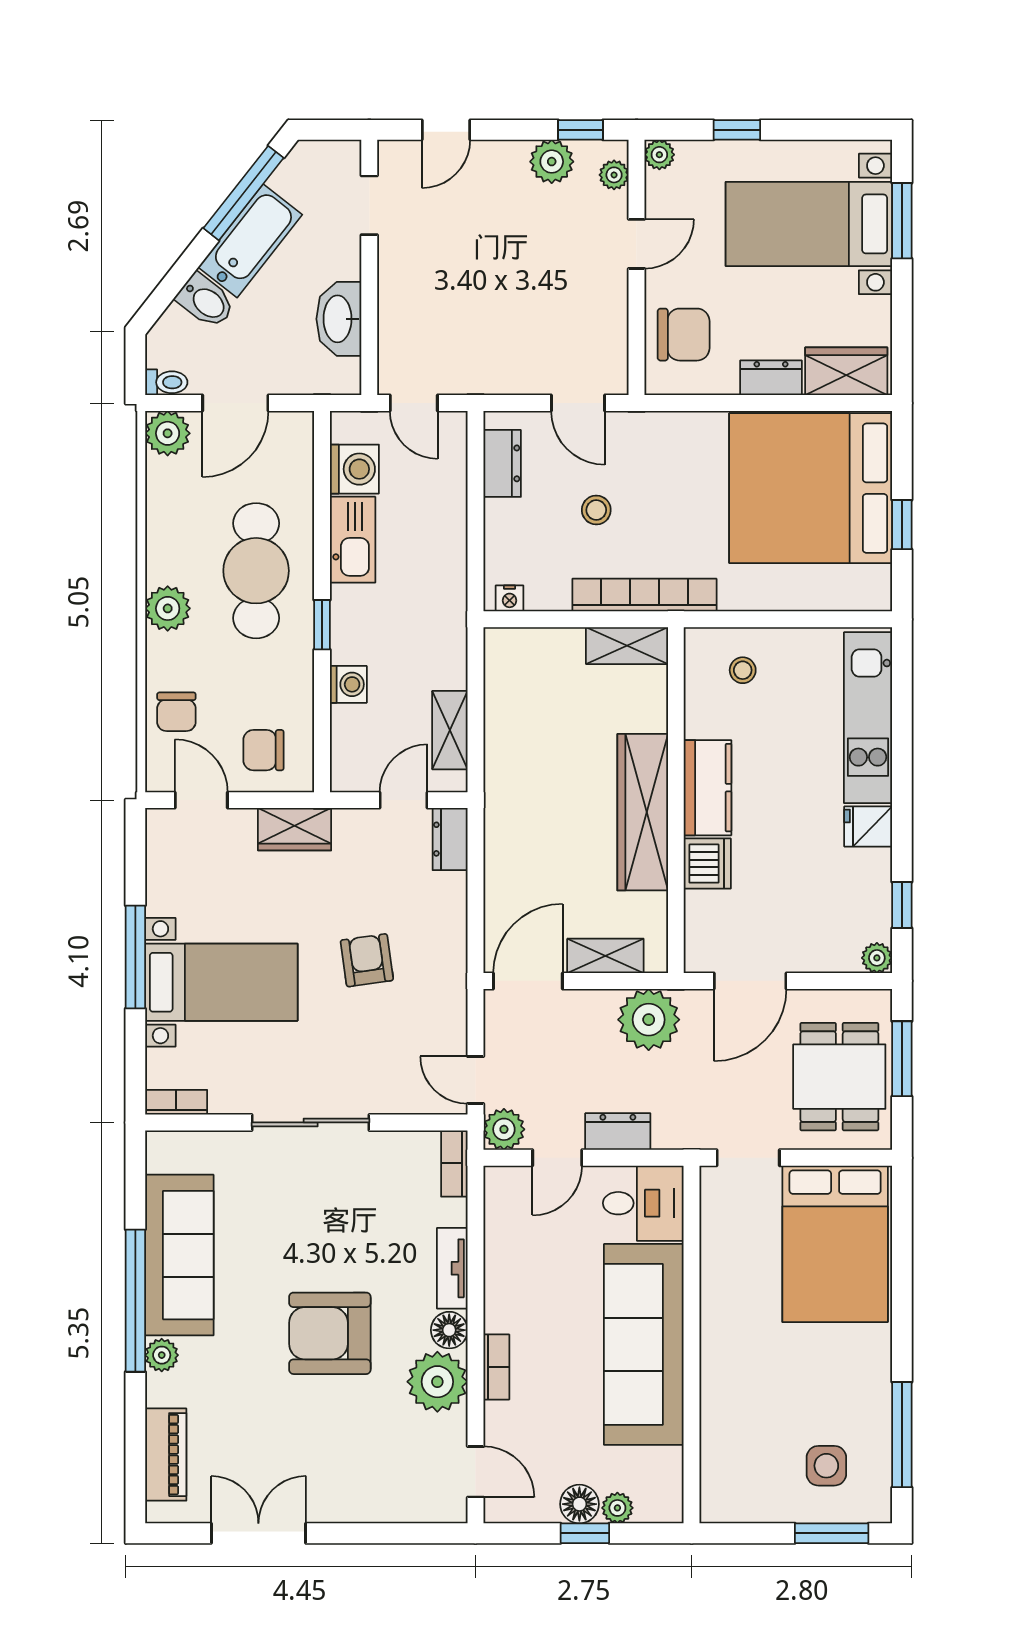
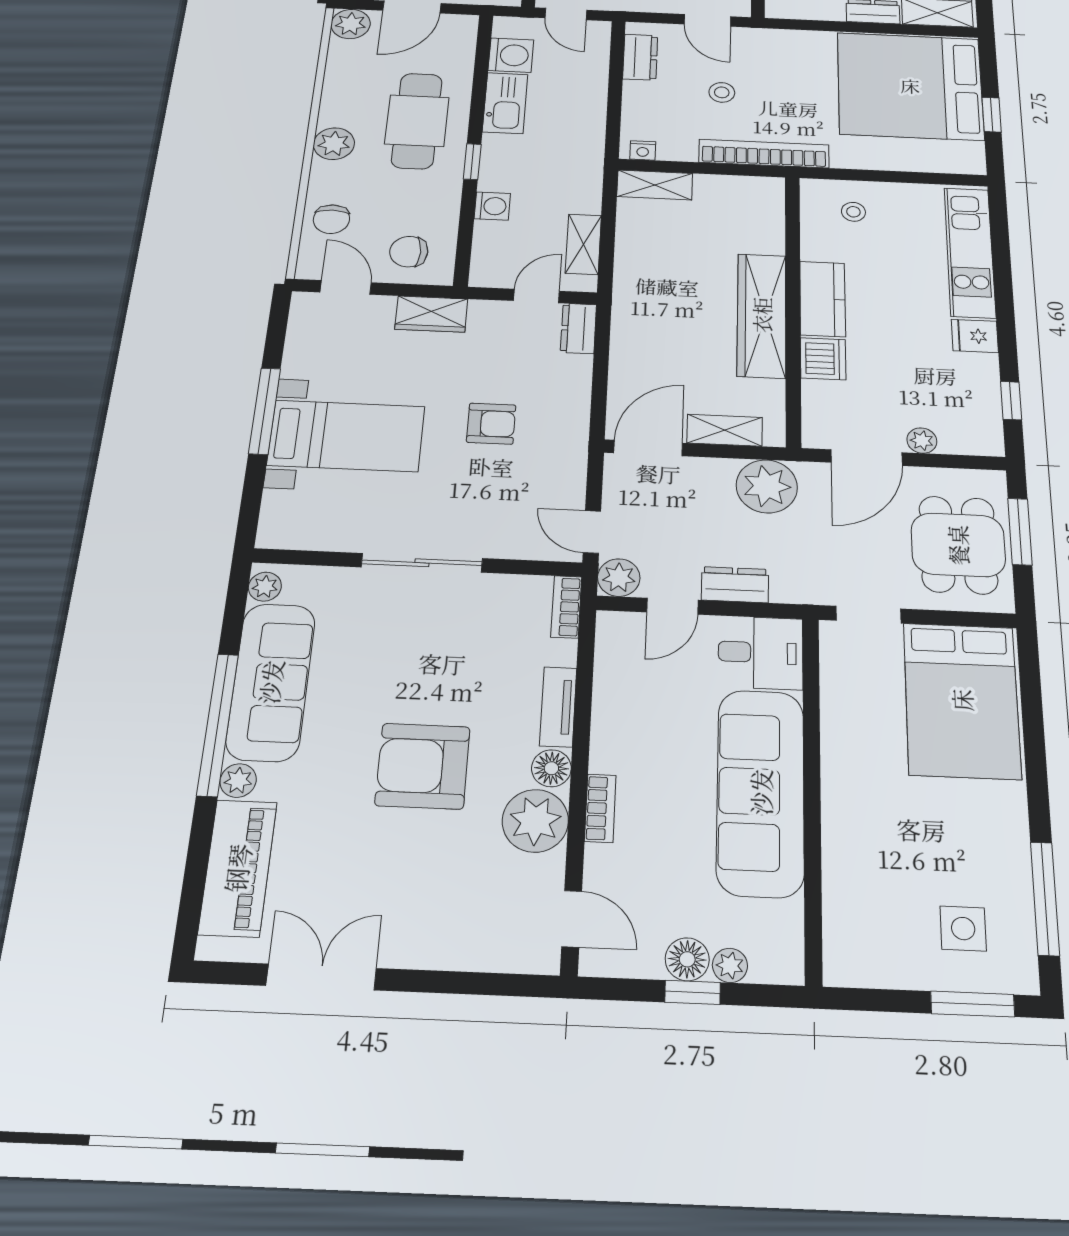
shelving: (627, 646) -> (655, 185), moved
plant: (877, 958) -> (922, 441), moved
armchair: (367, 960) -> (491, 424), turned 98
bookcase: (176, 1102) -> (287, 539), removed
plant: (161, 1156) -> (265, 587), added
piano: (166, 1455) -> (238, 868), width x1.37, depth x1.33

